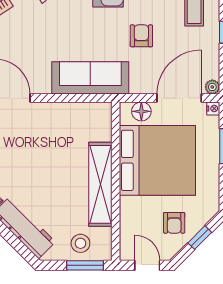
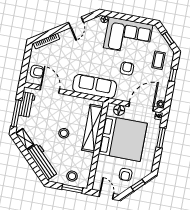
stool: (52, 171) -> (64, 133), added
shelving: (100, 184) -> (92, 128), moved

